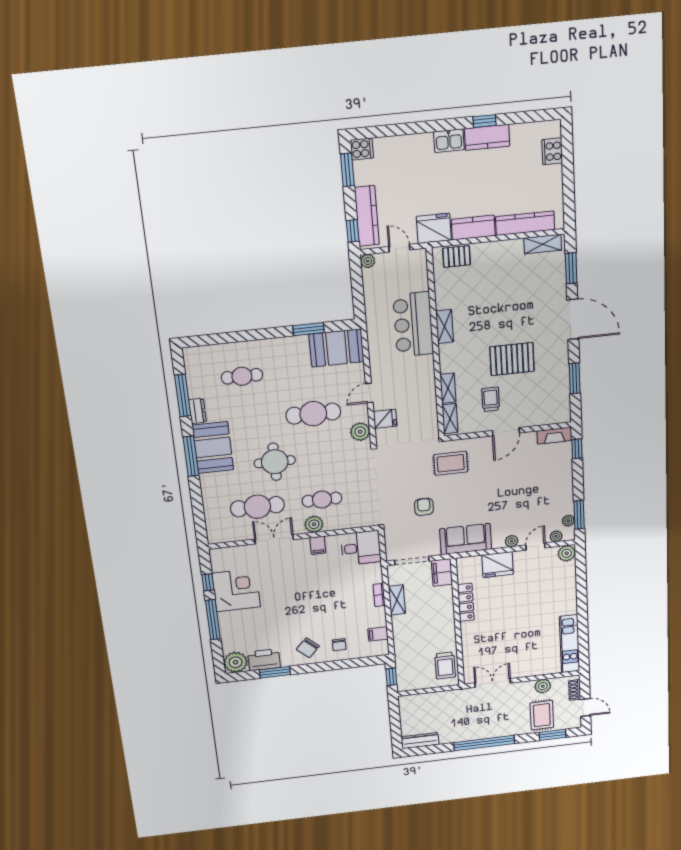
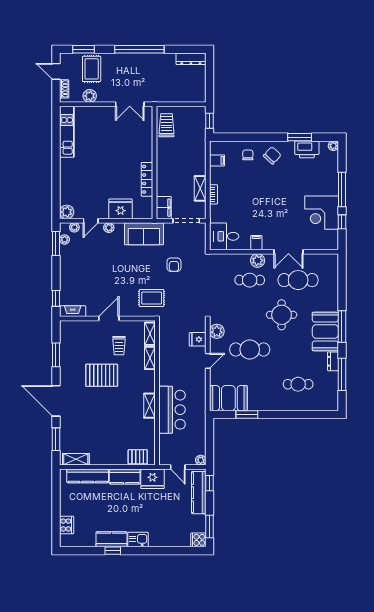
plant: (236, 662) -> (333, 146), width x0.53, depth x0.53

